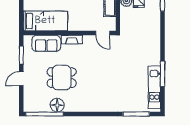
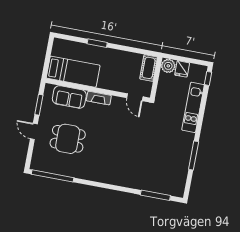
dining table: (62, 78) -> (68, 139), moved
door: (21, 79) -> (34, 131), hinge flipped
kitchen unit: (154, 87) -> (193, 107), moved
floor lamp: (57, 105) -> (69, 169), removed

